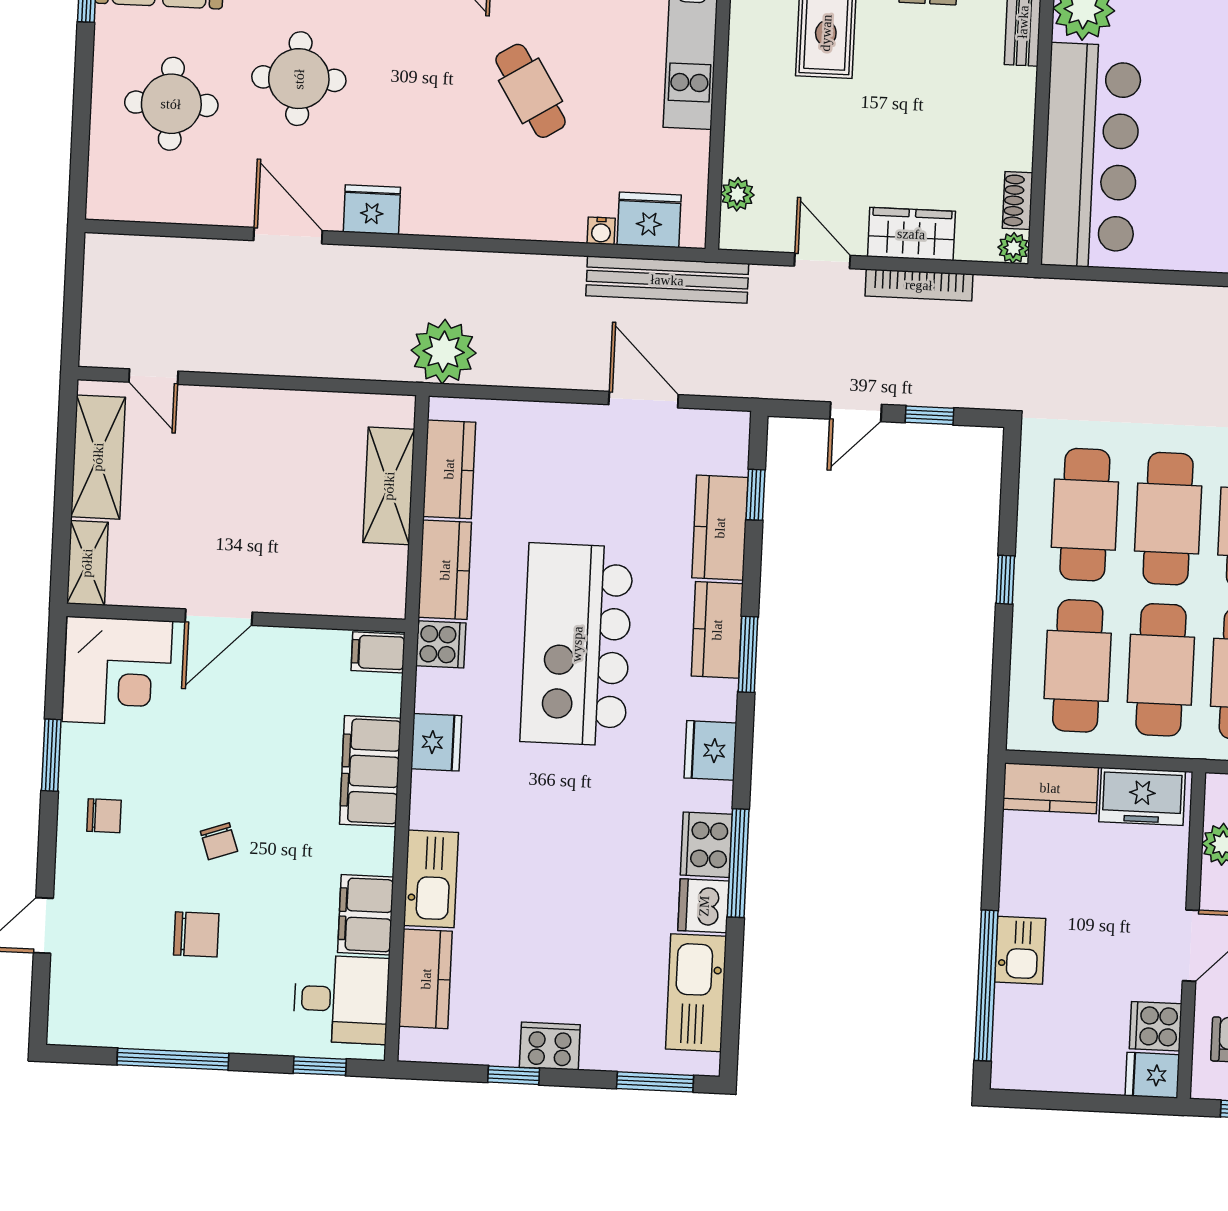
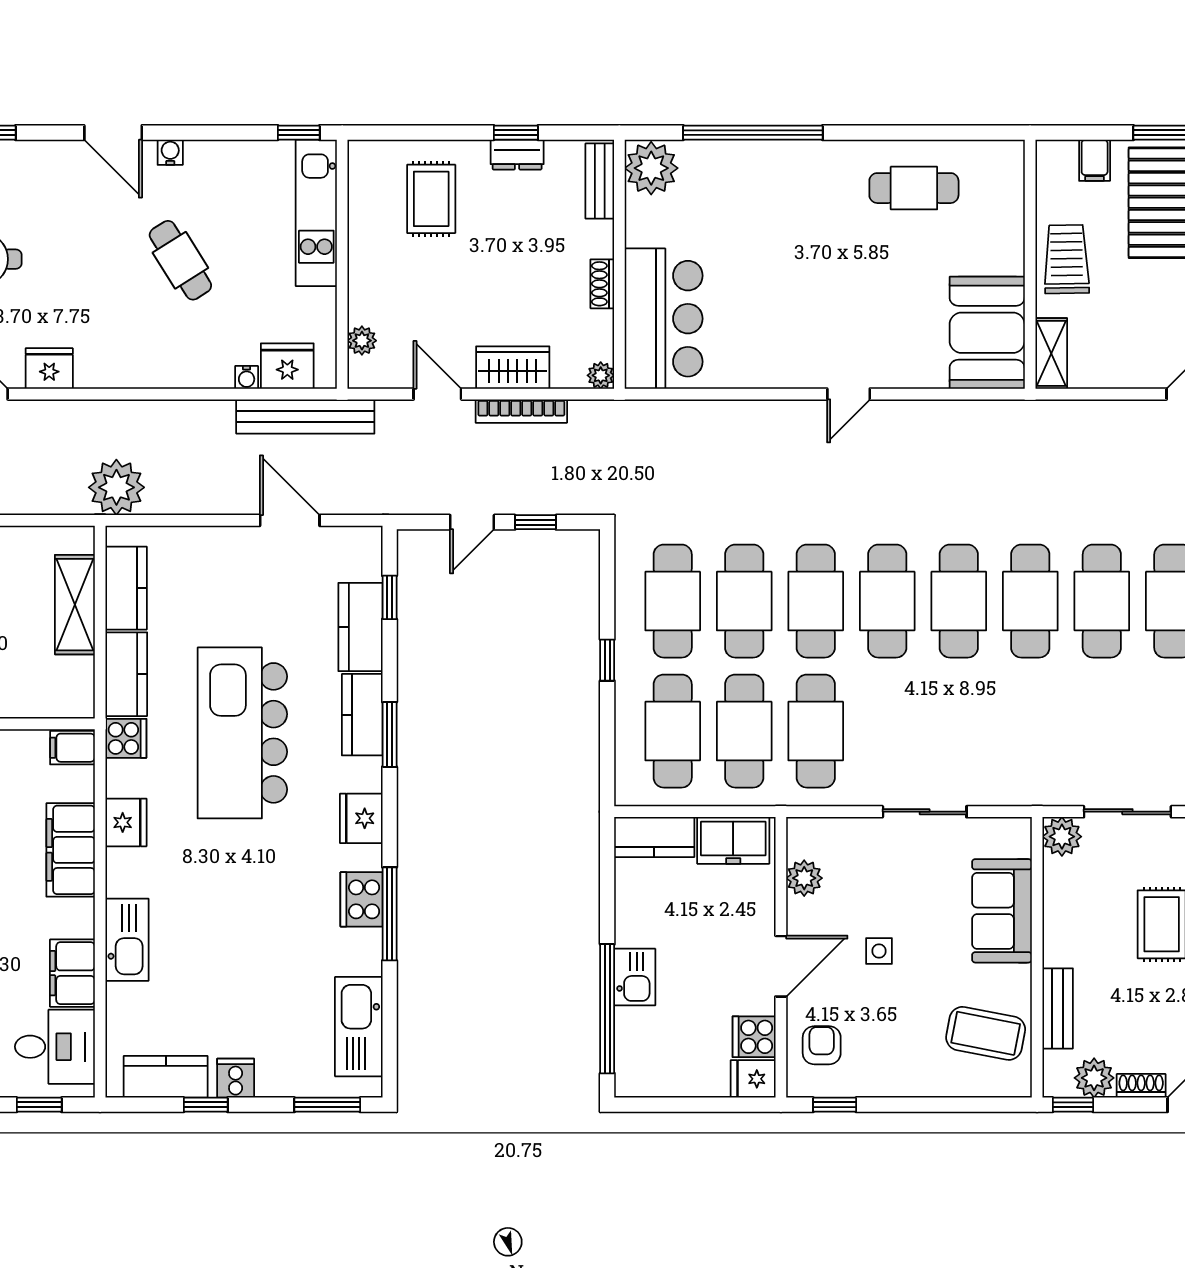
bar counter: (1091, 156) -> (664, 319), width x0.73
shoe rack: (1018, 201) -> (602, 284), moved
dishwasher: (704, 906) -> (362, 952), removed
kitchen counter: (426, 979) -> (166, 1077), moved, turned -90
cooker: (550, 1046) -> (236, 1078), width x0.73

